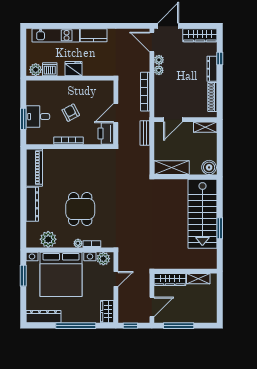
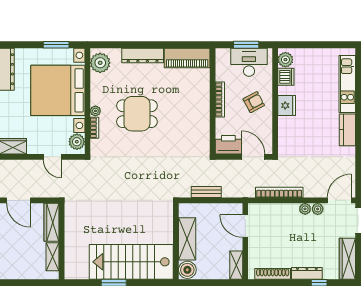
dishwasher: (50, 69) -> (286, 77), moved
fridge: (73, 69) -> (287, 105), moved
plant: (36, 70) -> (285, 60), moved
wall: (70, 78) -> (275, 101), moved
desk: (38, 117) -> (249, 62), width x1.37
bench: (145, 133) -> (206, 192), moved
shelving: (172, 168) -> (187, 239), moved
plant: (48, 239) -> (100, 63), moved

